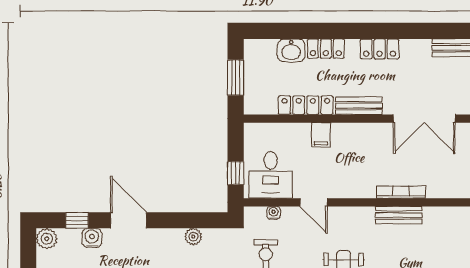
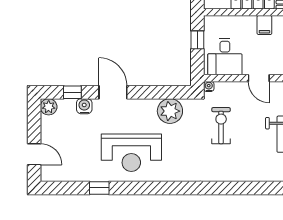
window: (236, 173) -> (197, 40), moved
water cooler: (274, 213) -> (209, 86), moved
plant: (193, 237) -> (170, 111), width x1.88, depth x1.88

